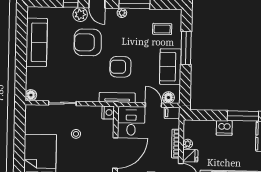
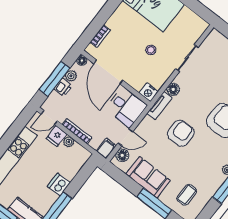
floor lamp: (31, 95) -> (173, 89), moved
tv unit: (117, 97) -> (159, 106), width x0.71

